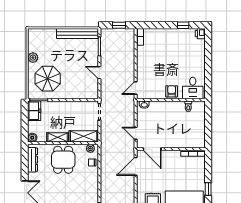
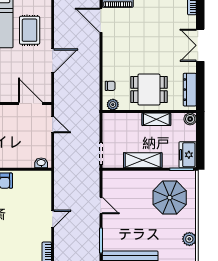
plant: (33, 58) -> (189, 239), moved
door: (136, 88) -> (53, 219), moved
shelving: (84, 136) -> (143, 160), moved
dining table: (63, 160) -> (149, 90), turned 90
door: (136, 166) -> (53, 61), moved

